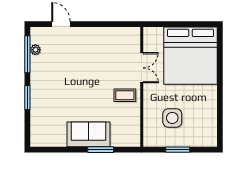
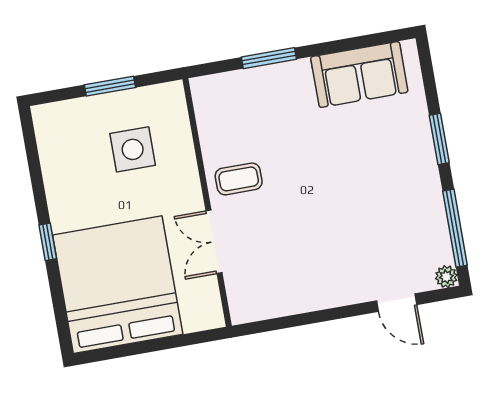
plant: (35, 50) -> (446, 277), moved
window: (220, 81) -> (48, 242), added
sofa: (89, 134) -> (359, 74), moved

